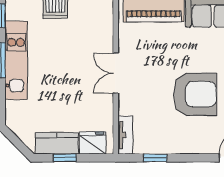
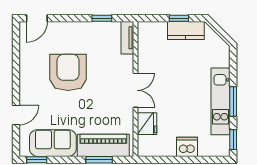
armchair: (195, 94) -> (68, 72), turned 90
fridge: (93, 143) -> (147, 124), moved, turned -90

